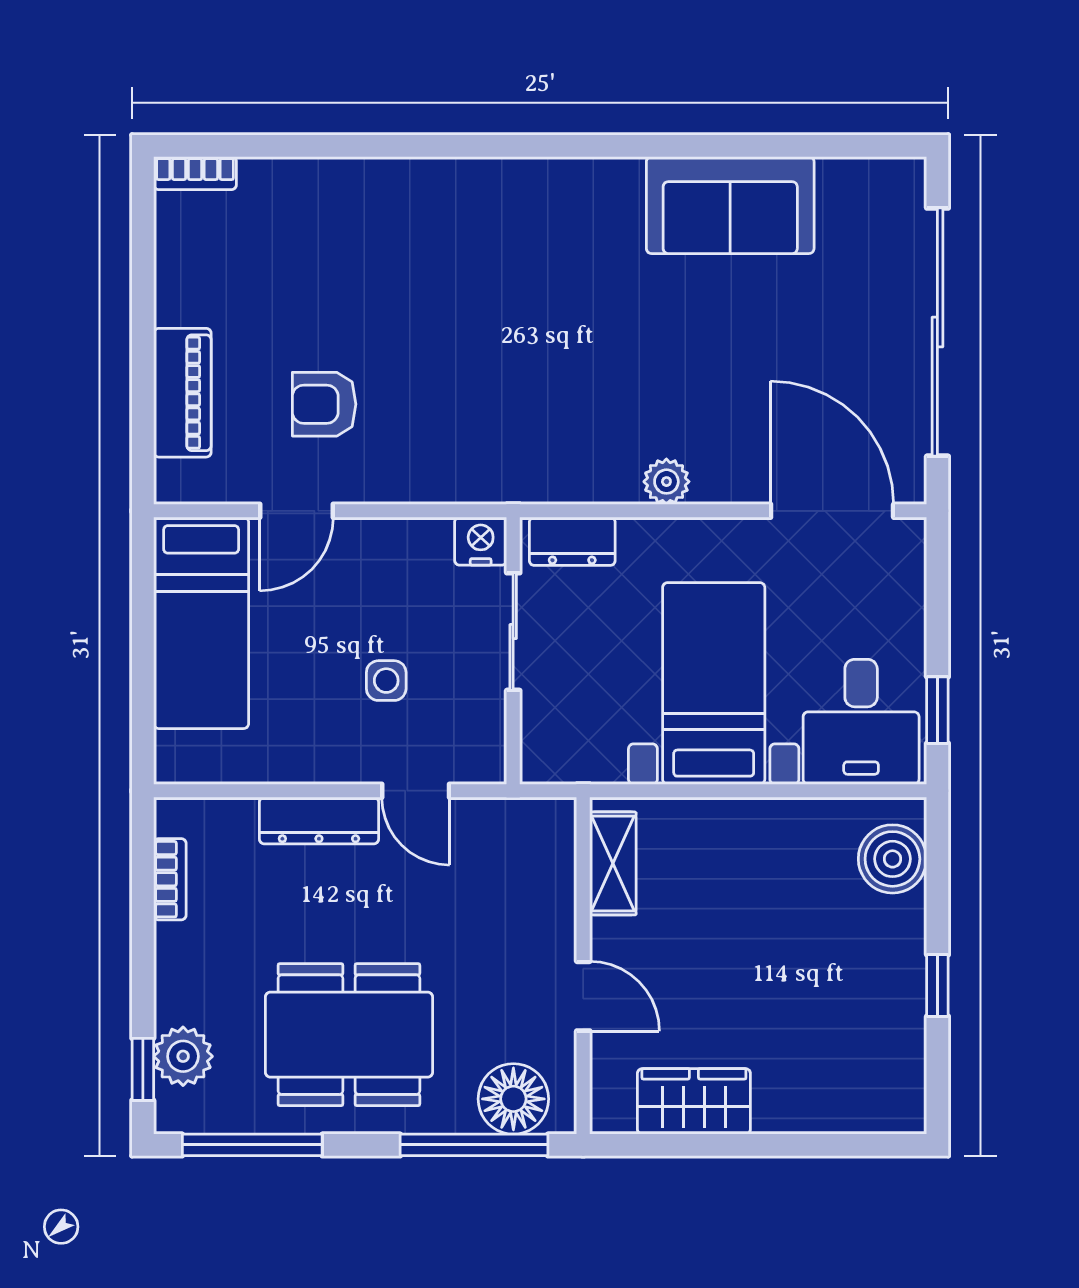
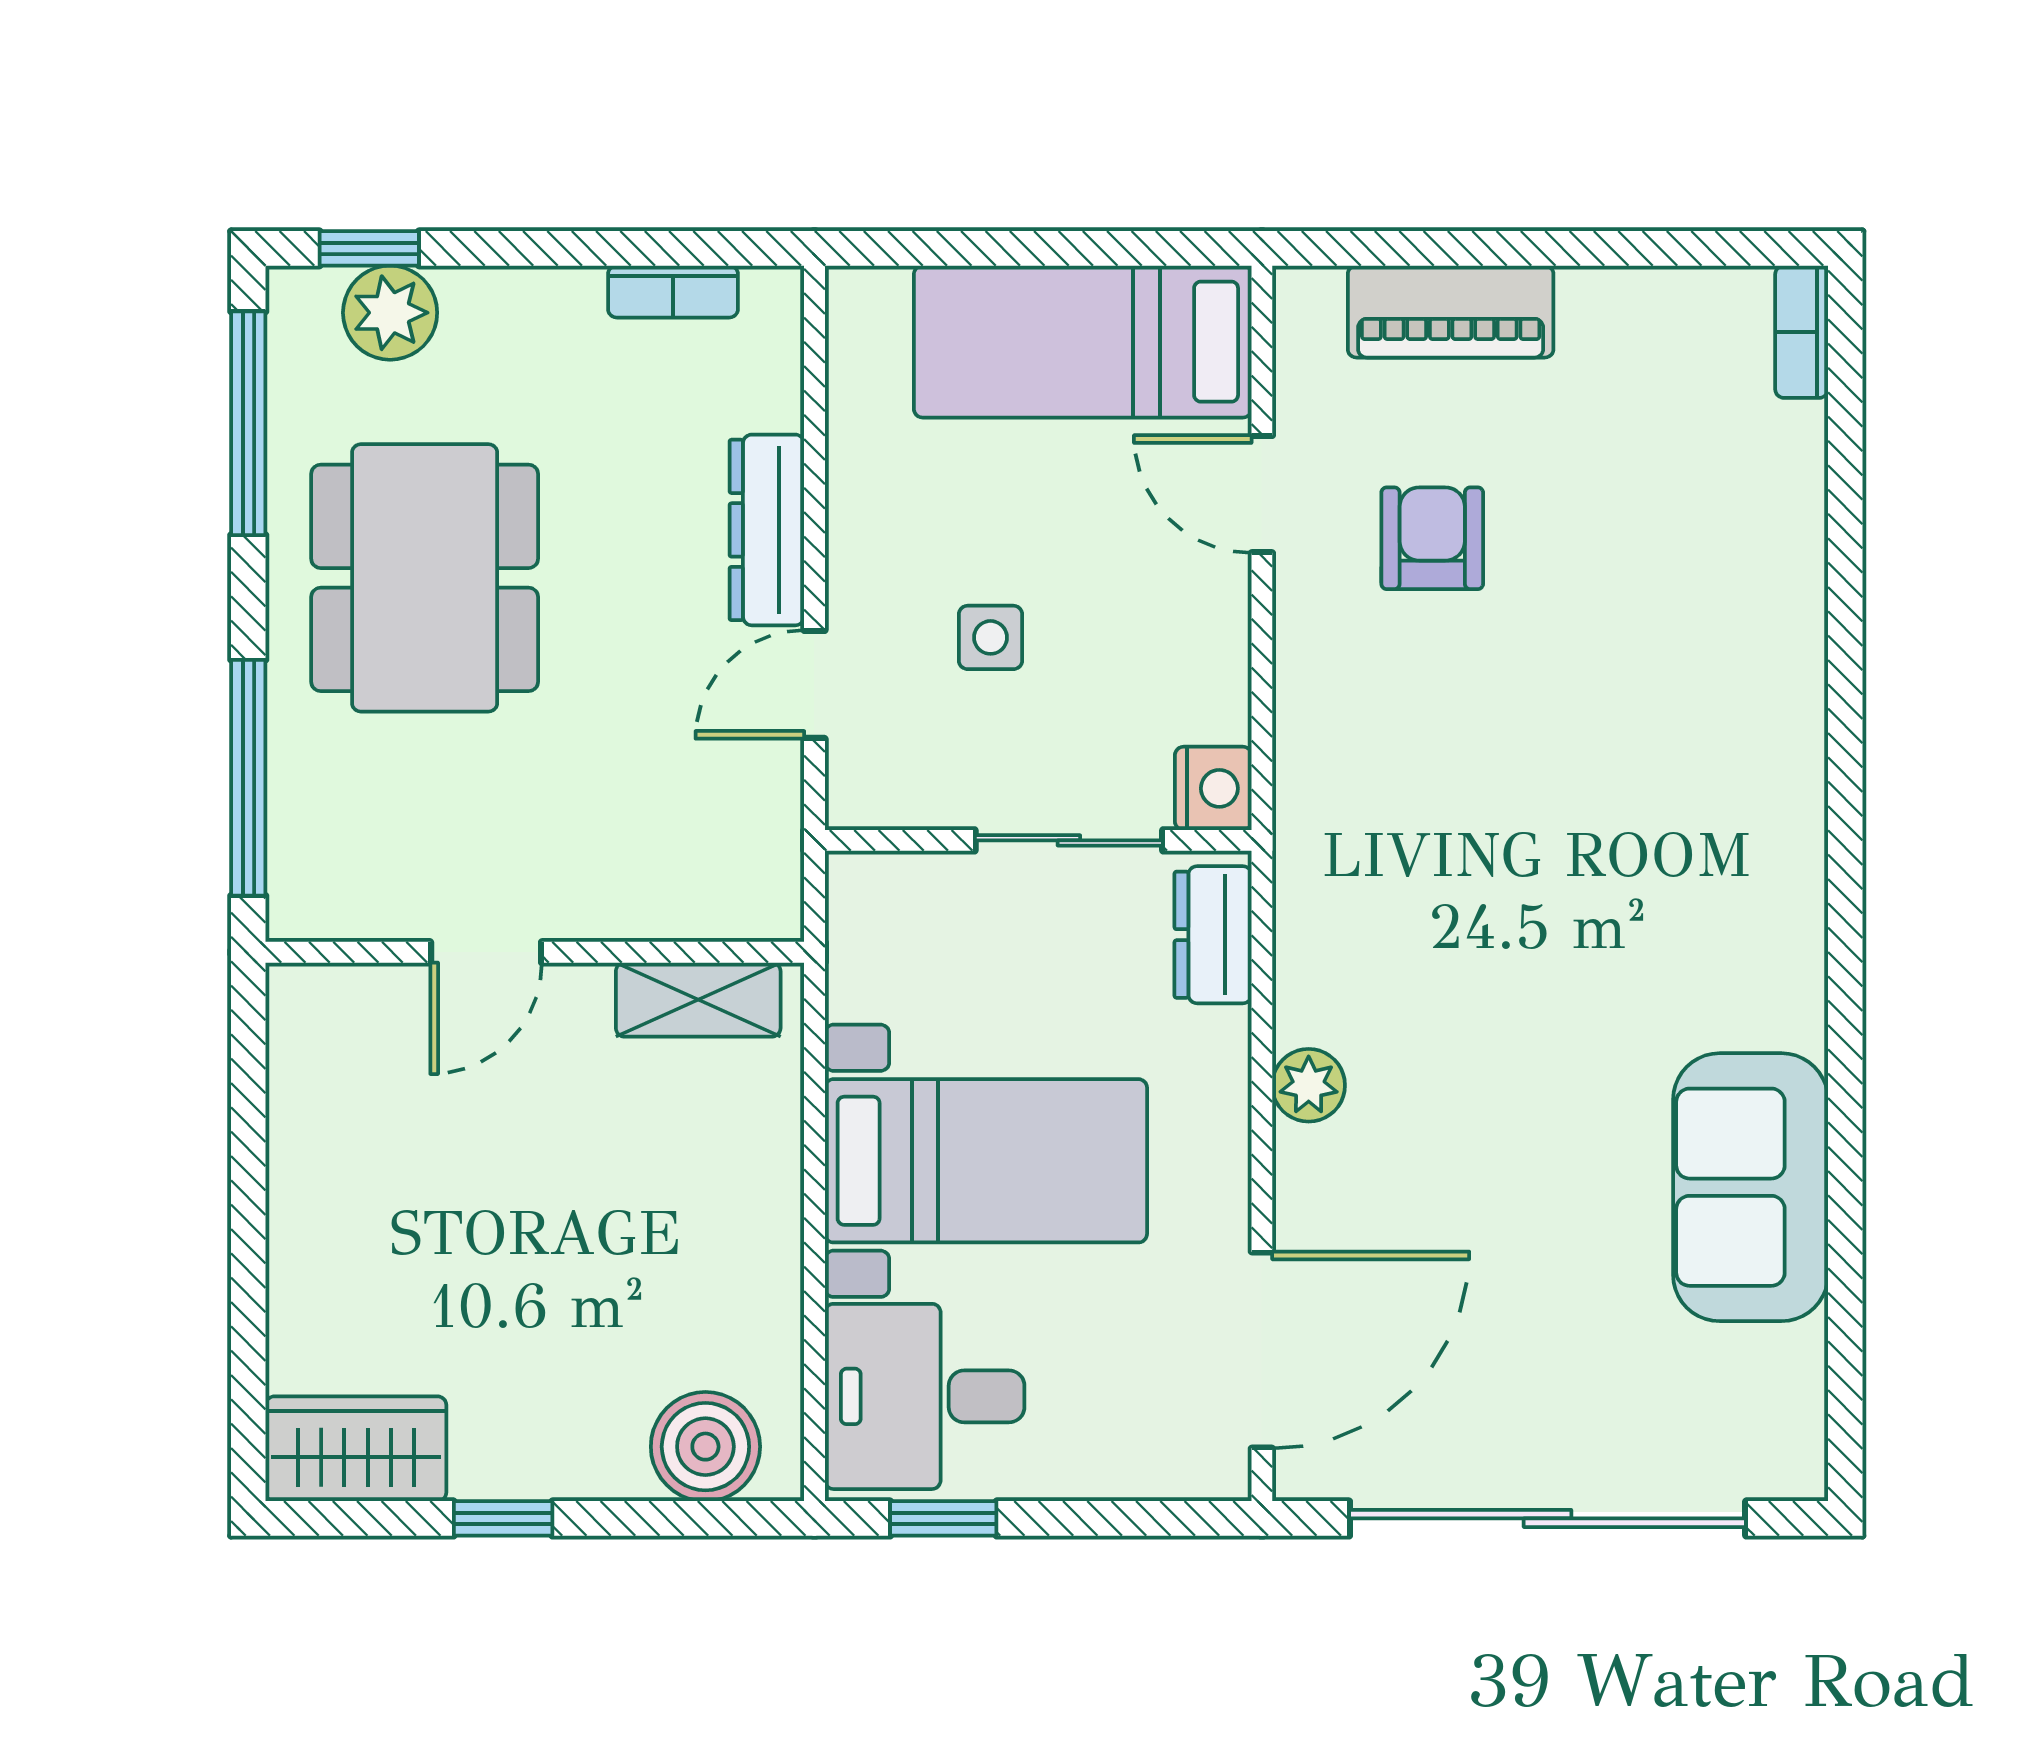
floor lamp: (513, 1099) -> (322, 841), removed
wardrobe: (694, 1101) -> (356, 1449), moved, turned -90

